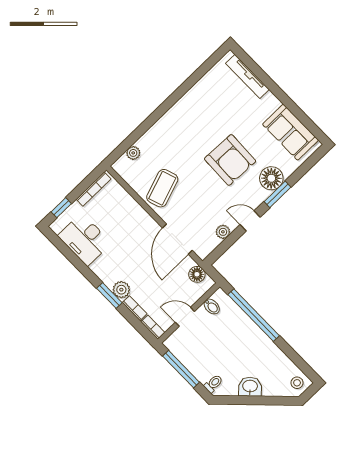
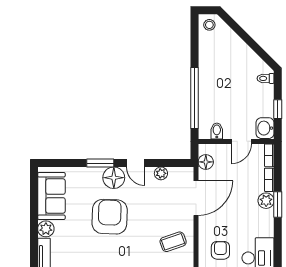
plant: (270, 103) -> (46, 229), added
floor lamp: (271, 178) -> (114, 178), moved
coffee table: (162, 188) -> (173, 242), width x0.73, depth x0.77
armchair: (119, 217) -> (220, 250), added
door: (185, 317) -> (241, 141), hinge flipped
window: (181, 369) -> (278, 109), width x0.46
washbasin: (250, 387) -> (265, 128), moved, turned 45

